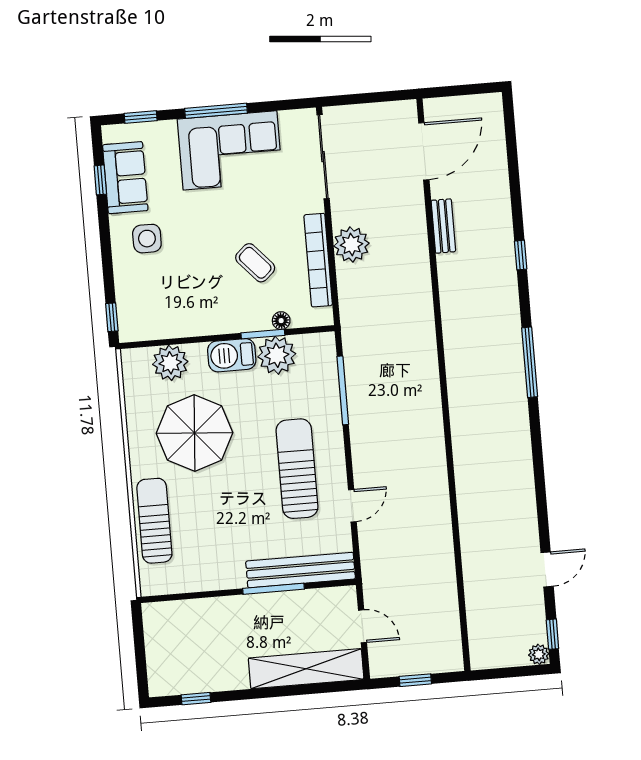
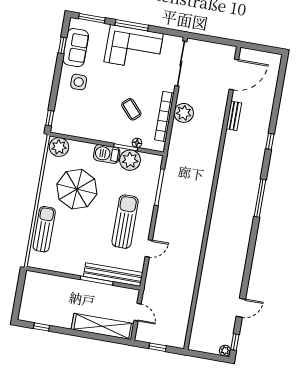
window: (141, 117) -> (92, 18), width x1.50
plant: (170, 363) -> (59, 147), moved

